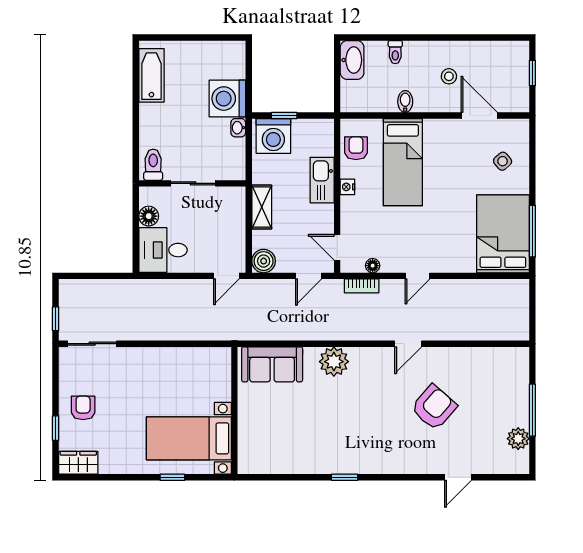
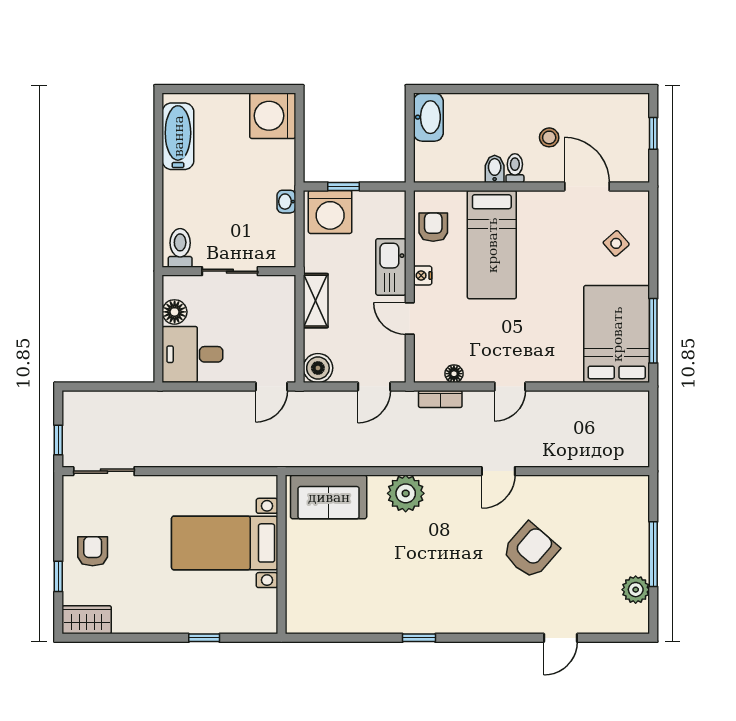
toilet: (395, 52) -> (515, 168), moved, turned 180
washing machine: (227, 99) -> (273, 116), moved
door: (337, 247) -> (410, 319), moved
bed with nightstands: (189, 438) -> (225, 543), moved

